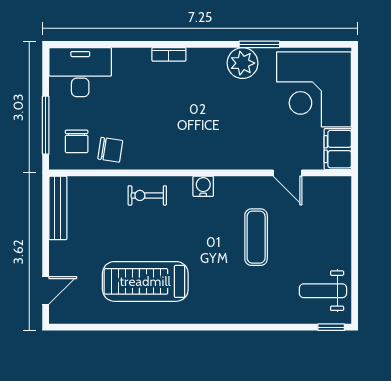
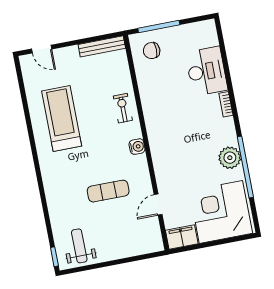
window: (259, 44) -> (245, 167), width x2.11
desk: (80, 72) -> (206, 71), moved
chair: (110, 150) -> (150, 76), removed

